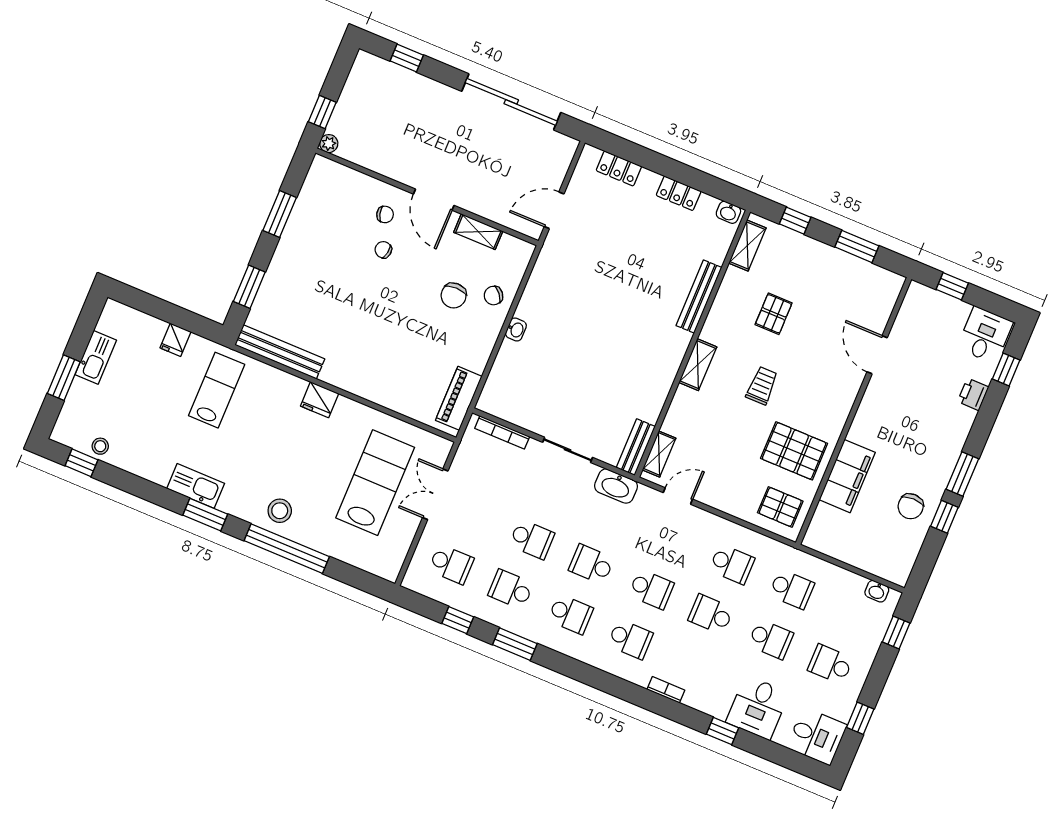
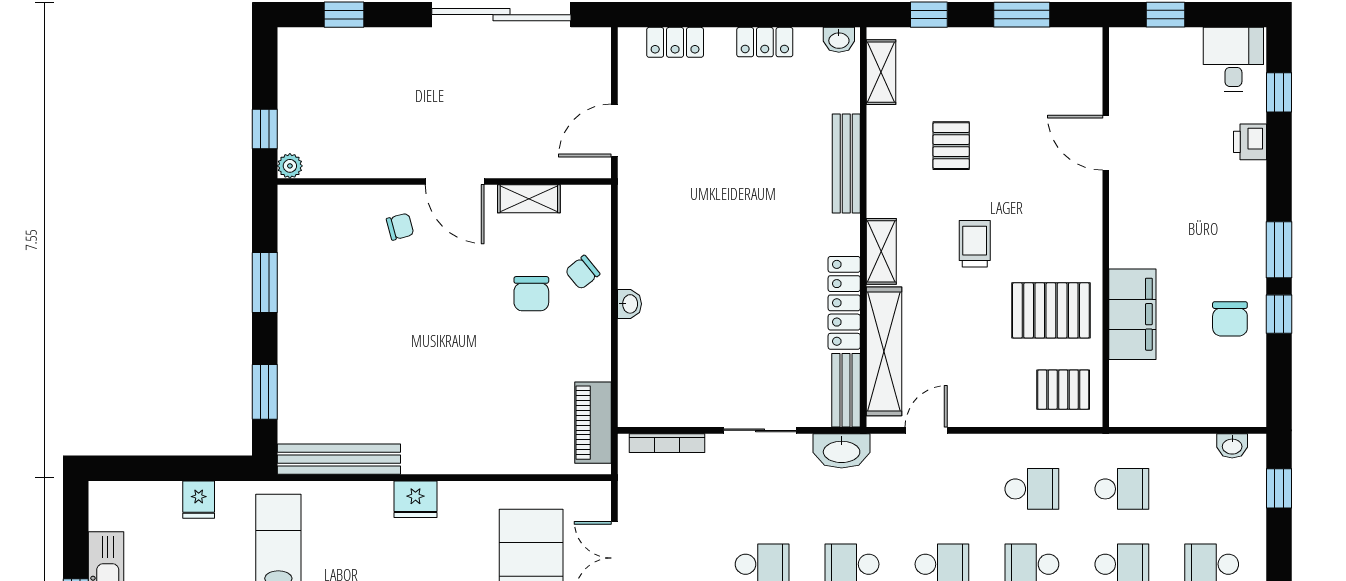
chair: (383, 250) -> (417, 273), removed
locker: (659, 388) -> (844, 303), added
shelving: (659, 454) -> (884, 351), width x2.20, depth x1.33

